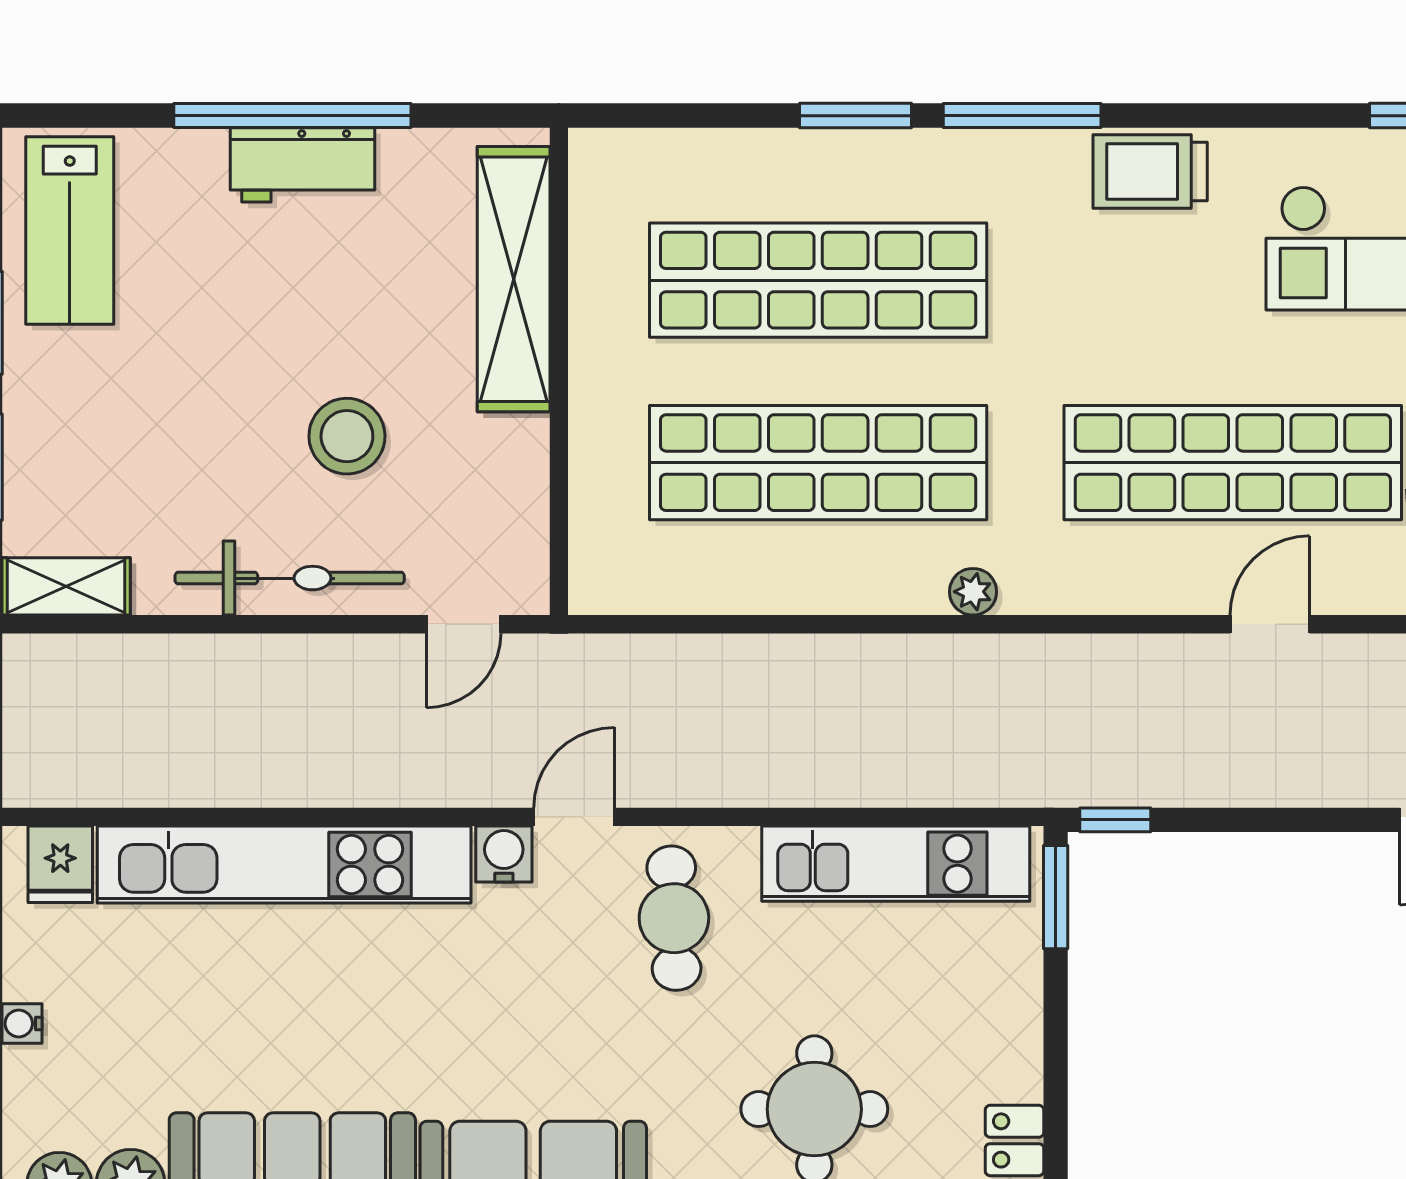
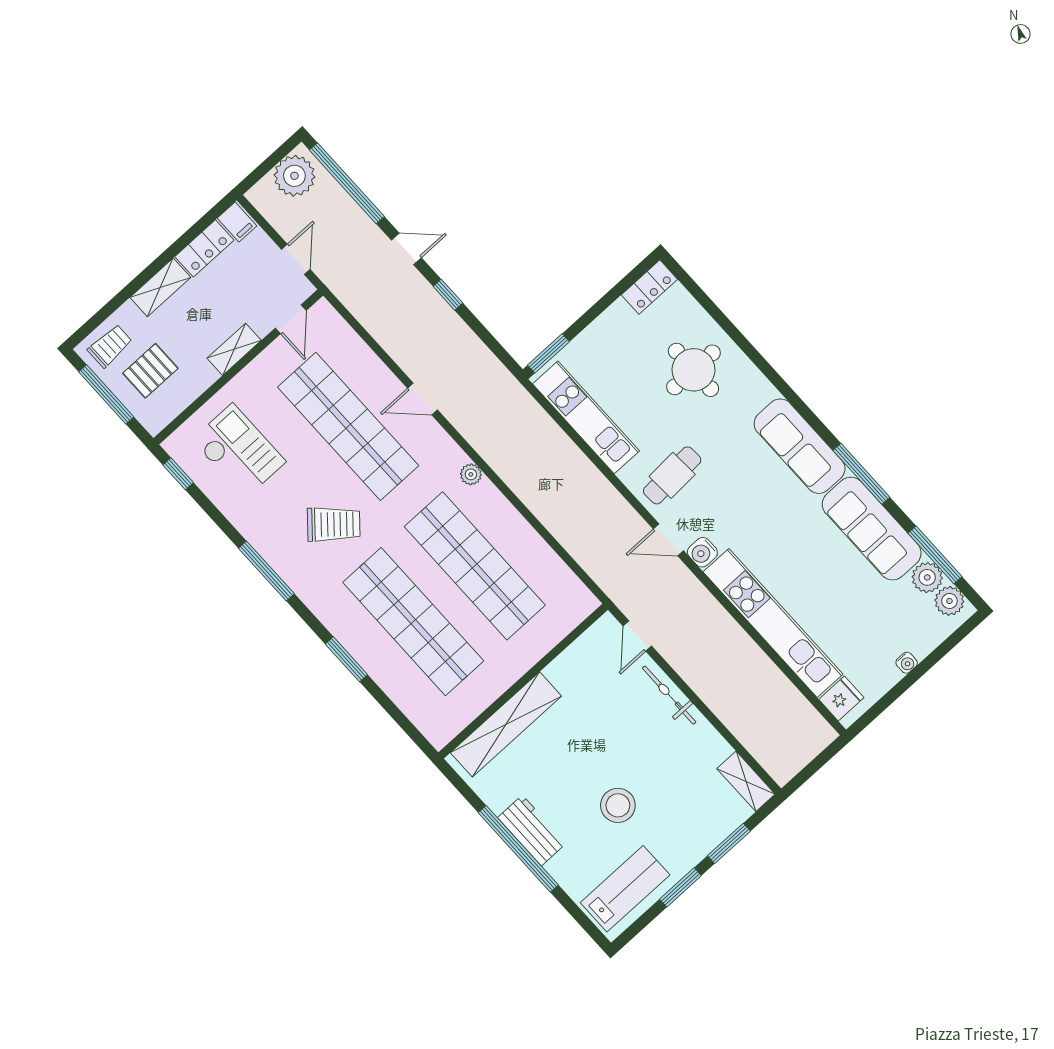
window: (1022, 116) -> (266, 571), moved
trolley: (1150, 172) -> (334, 524), moved, turned -49
stool: (347, 436) -> (618, 805), moved
bicycle: (290, 578) -> (669, 695), width x0.73, depth x0.71
door: (464, 624) -> (637, 636), swing flipped
door: (1270, 624) -> (423, 399), moved
window: (1115, 820) -> (448, 295), moved

